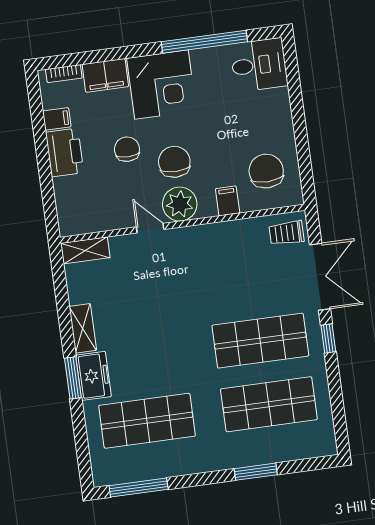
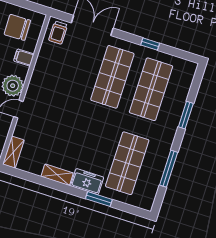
window: (328, 338) -> (150, 44), moved
window: (73, 378) -> (99, 199), moved
window: (139, 487) -> (169, 169), moved

